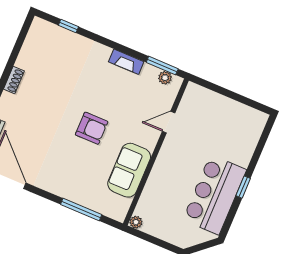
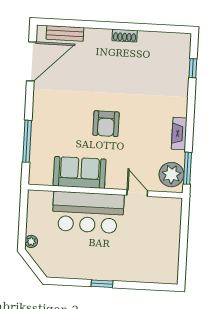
plant: (165, 78) -> (171, 175), width x1.87, depth x1.87
bar counter: (215, 195) -> (88, 212), moved, turned 180
plant: (136, 222) -> (31, 241), moved

